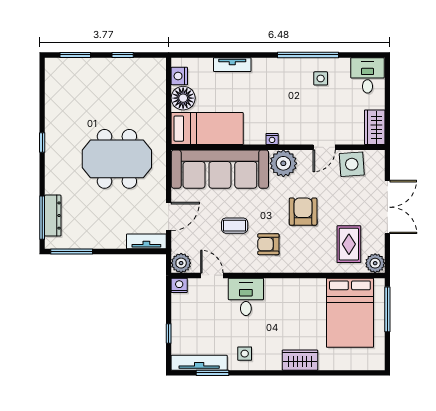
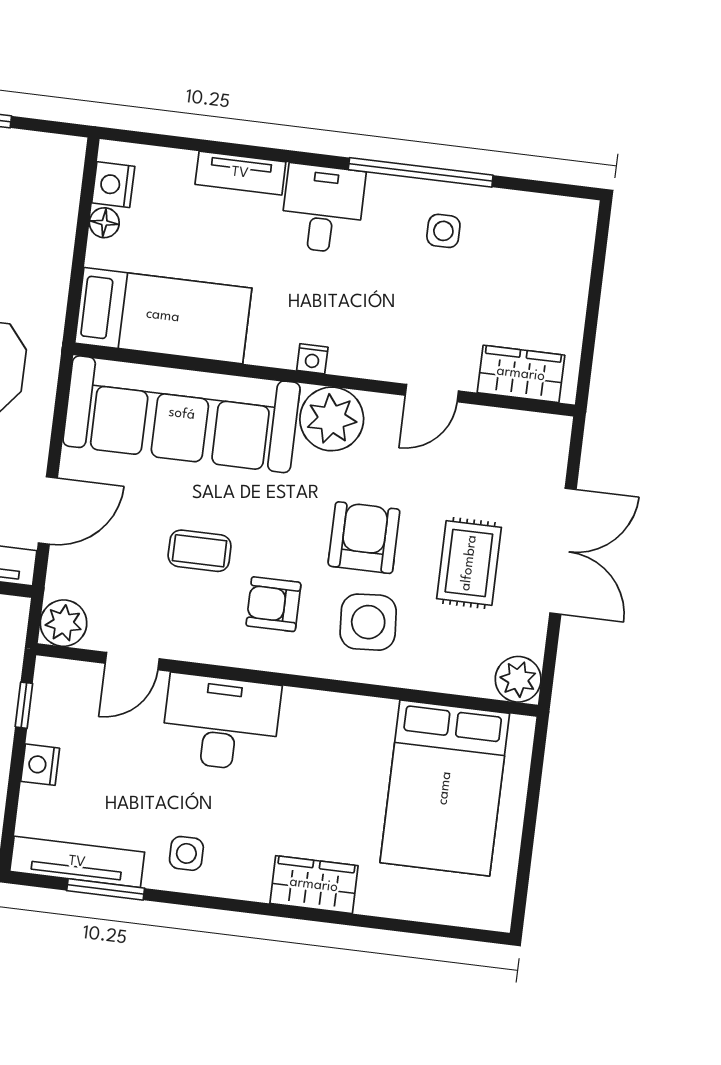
desk: (367, 75) -> (323, 209), moved
floor lamp: (183, 98) -> (104, 223), width x0.53, depth x0.53
wardrobe: (375, 127) -> (521, 374), moved, turned 90
side table: (352, 164) -> (368, 622), moved
rug: (349, 244) -> (469, 563), moved
door: (212, 275) -> (132, 661), swing flipped
nightstand: (179, 285) -> (40, 765), moved, turned -90
desk: (246, 297) -> (221, 723), width x1.37
window: (387, 309) -> (533, 791), removed
window: (169, 333) -> (24, 705), moved

